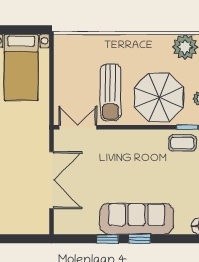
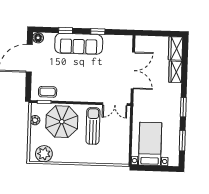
double door: (51, 180) -> (133, 70), swing flipped
window: (140, 239) -> (66, 30), moved

